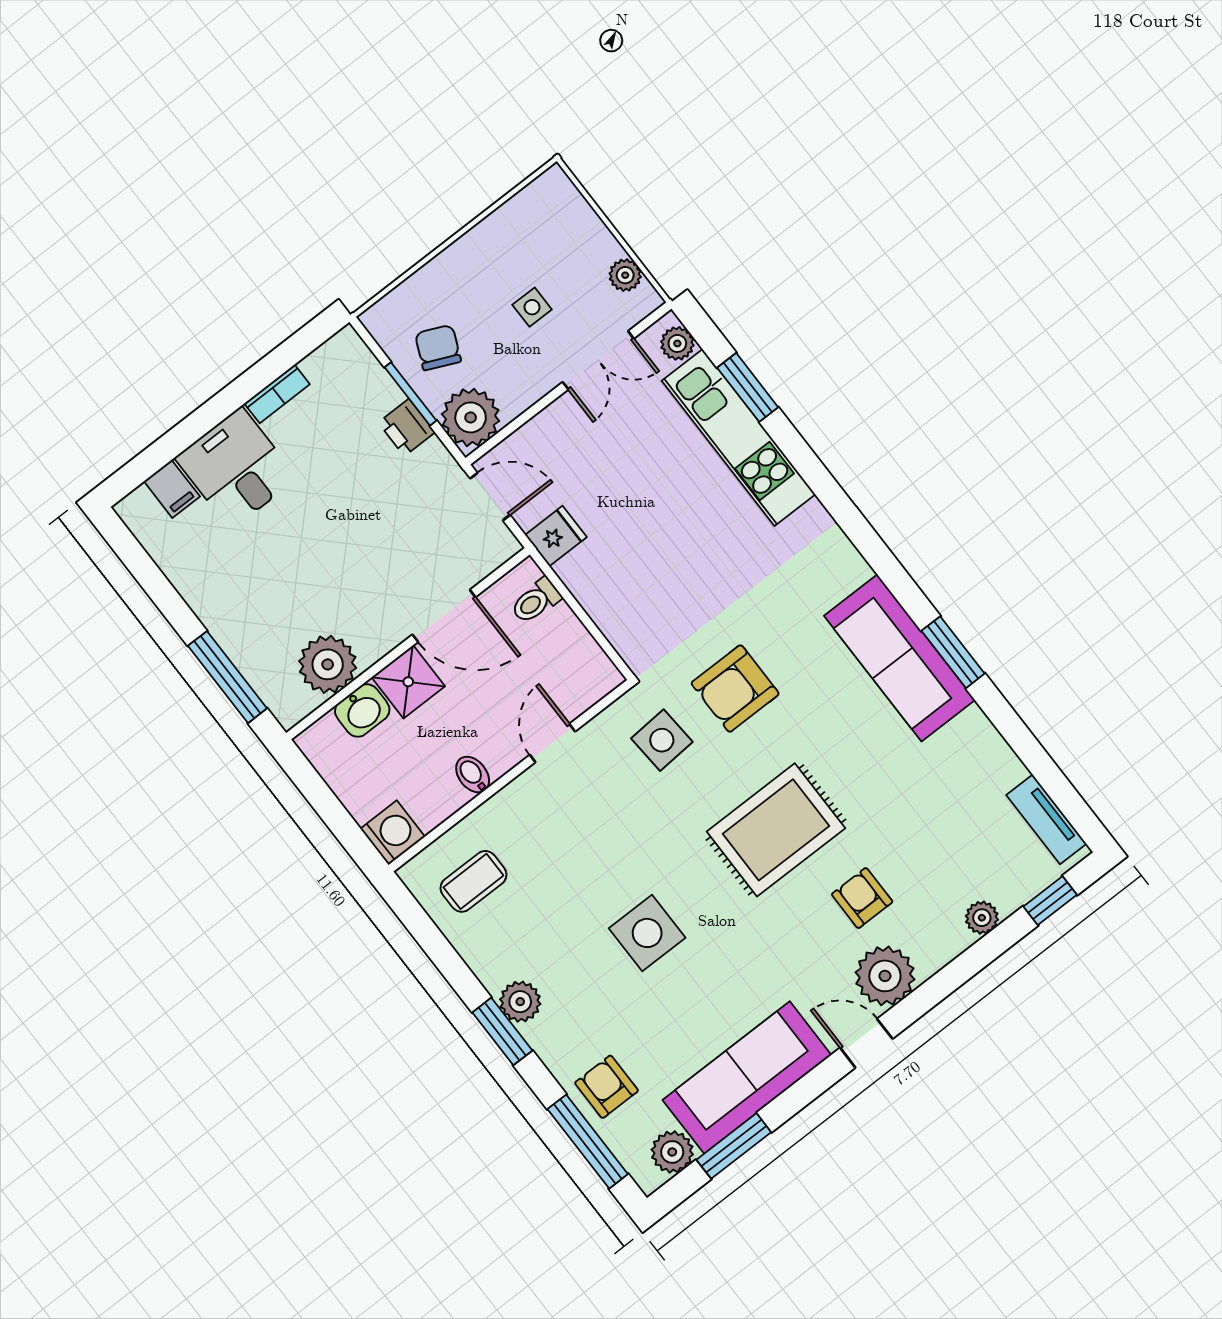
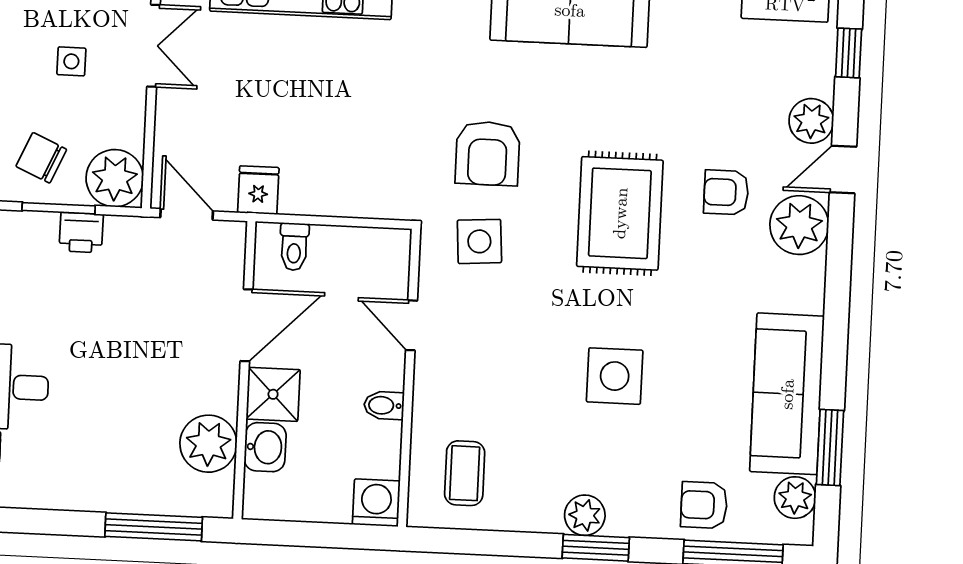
door: (490, 497) -> (187, 214), hinge flipped
plant: (982, 918) -> (811, 121), width x1.38, depth x1.38
door: (866, 1043) -> (843, 169), moved

